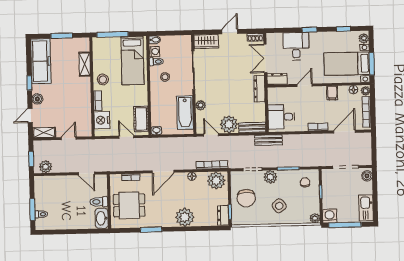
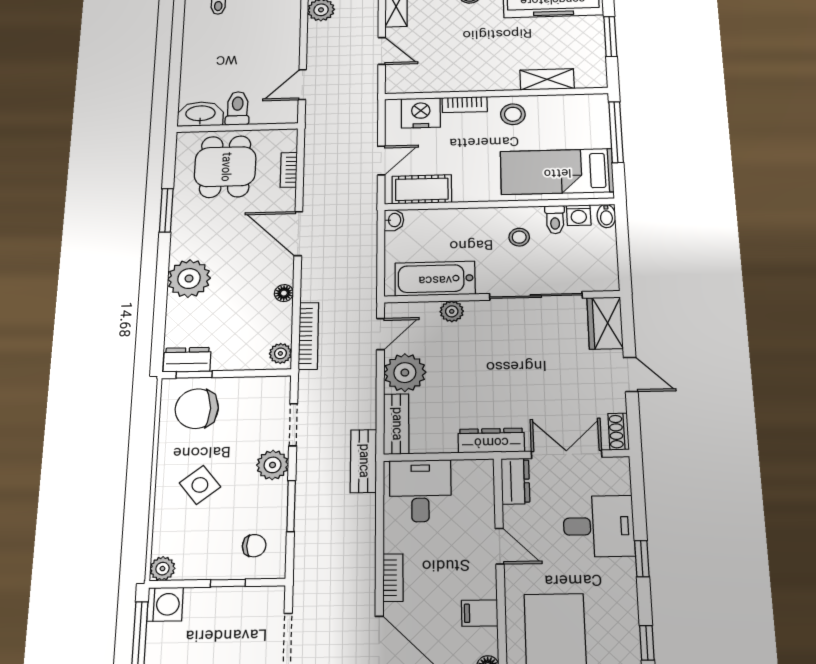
plant: (216, 181) -> (280, 353), width x0.53, depth x0.53
chair: (246, 198) -> (197, 409), moved

